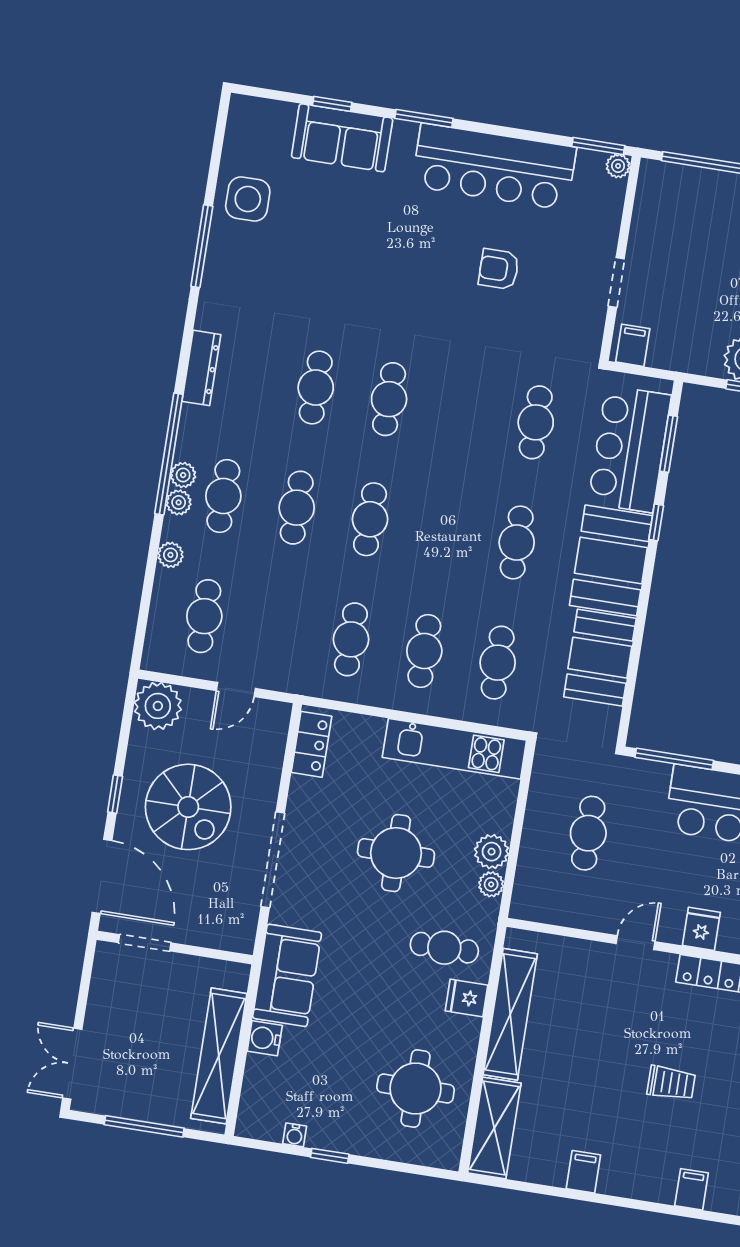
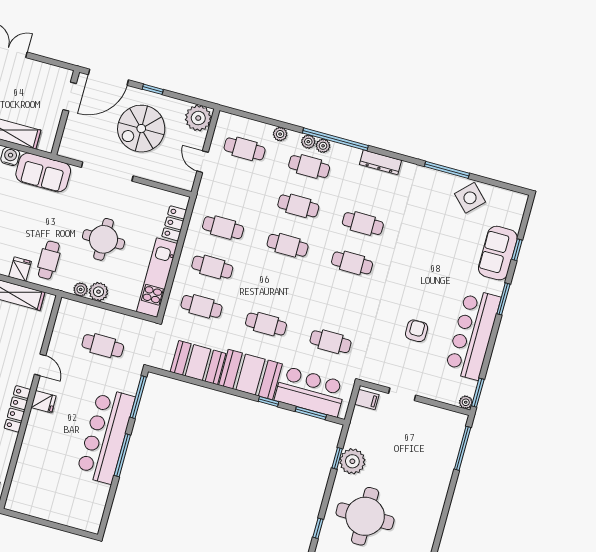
side table: (248, 199) -> (470, 198), turned 45
locker: (311, 744) -> (174, 223), moved, turned 90

